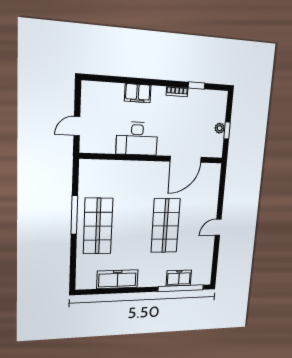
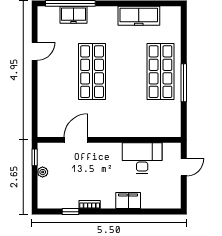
window: (227, 130) -> (35, 157), moved
desk: (137, 139) -> (142, 158), moved
door: (186, 159) -> (76, 140), width x0.73
door: (218, 227) -> (35, 51), moved

